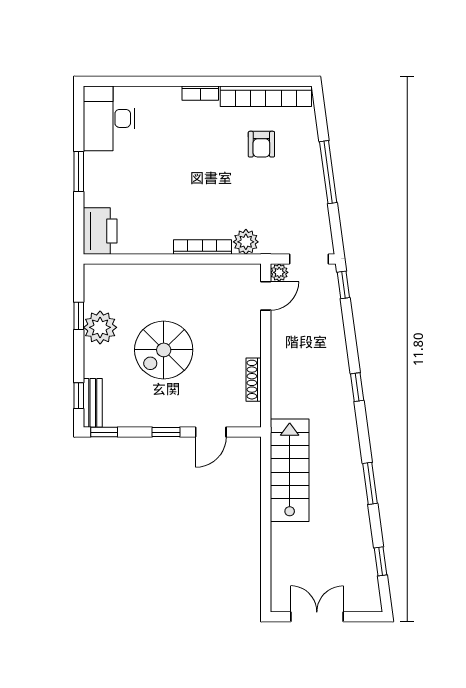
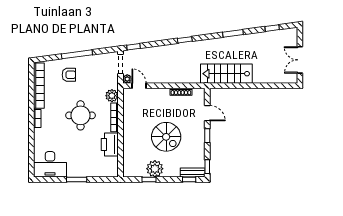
armchair: (261, 144) -> (69, 75), moved
round table: (206, 179) -> (81, 115), added
printer: (100, 231) -> (110, 145), moved, turned -90

